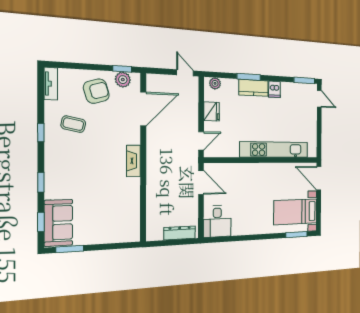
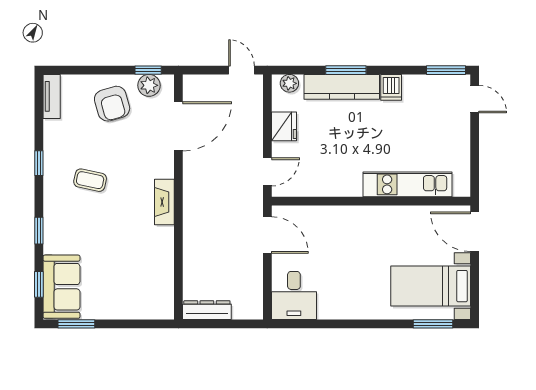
kitchen counter: (254, 88) -> (342, 87), width x1.50
armchair: (96, 91) -> (112, 104), turned 90
coffee table: (73, 124) -> (90, 180), moved
kitchen unit: (274, 150) -> (408, 184), width x0.73
dresser: (180, 233) -> (207, 310), moved

